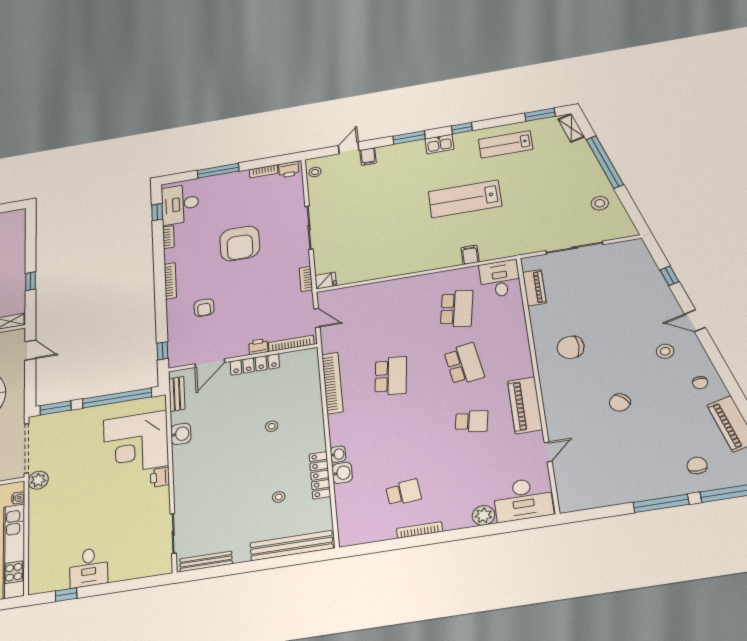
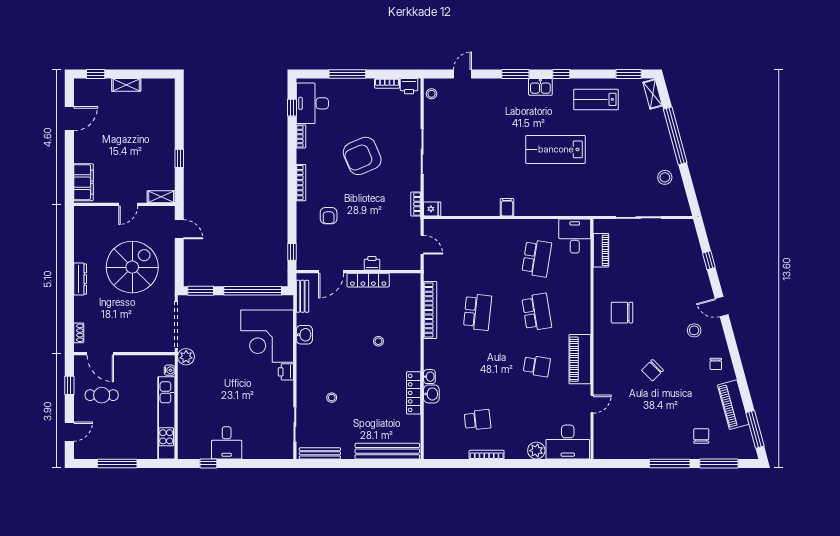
filing cabinet: (368, 157) -> (478, 87), removed
armchair: (240, 243) -> (362, 156), turned 67
filing cabinet: (470, 255) -> (507, 207), moved
bookcase: (291, 343) -> (399, 265), removed
stool: (279, 497) -> (332, 398), moved

